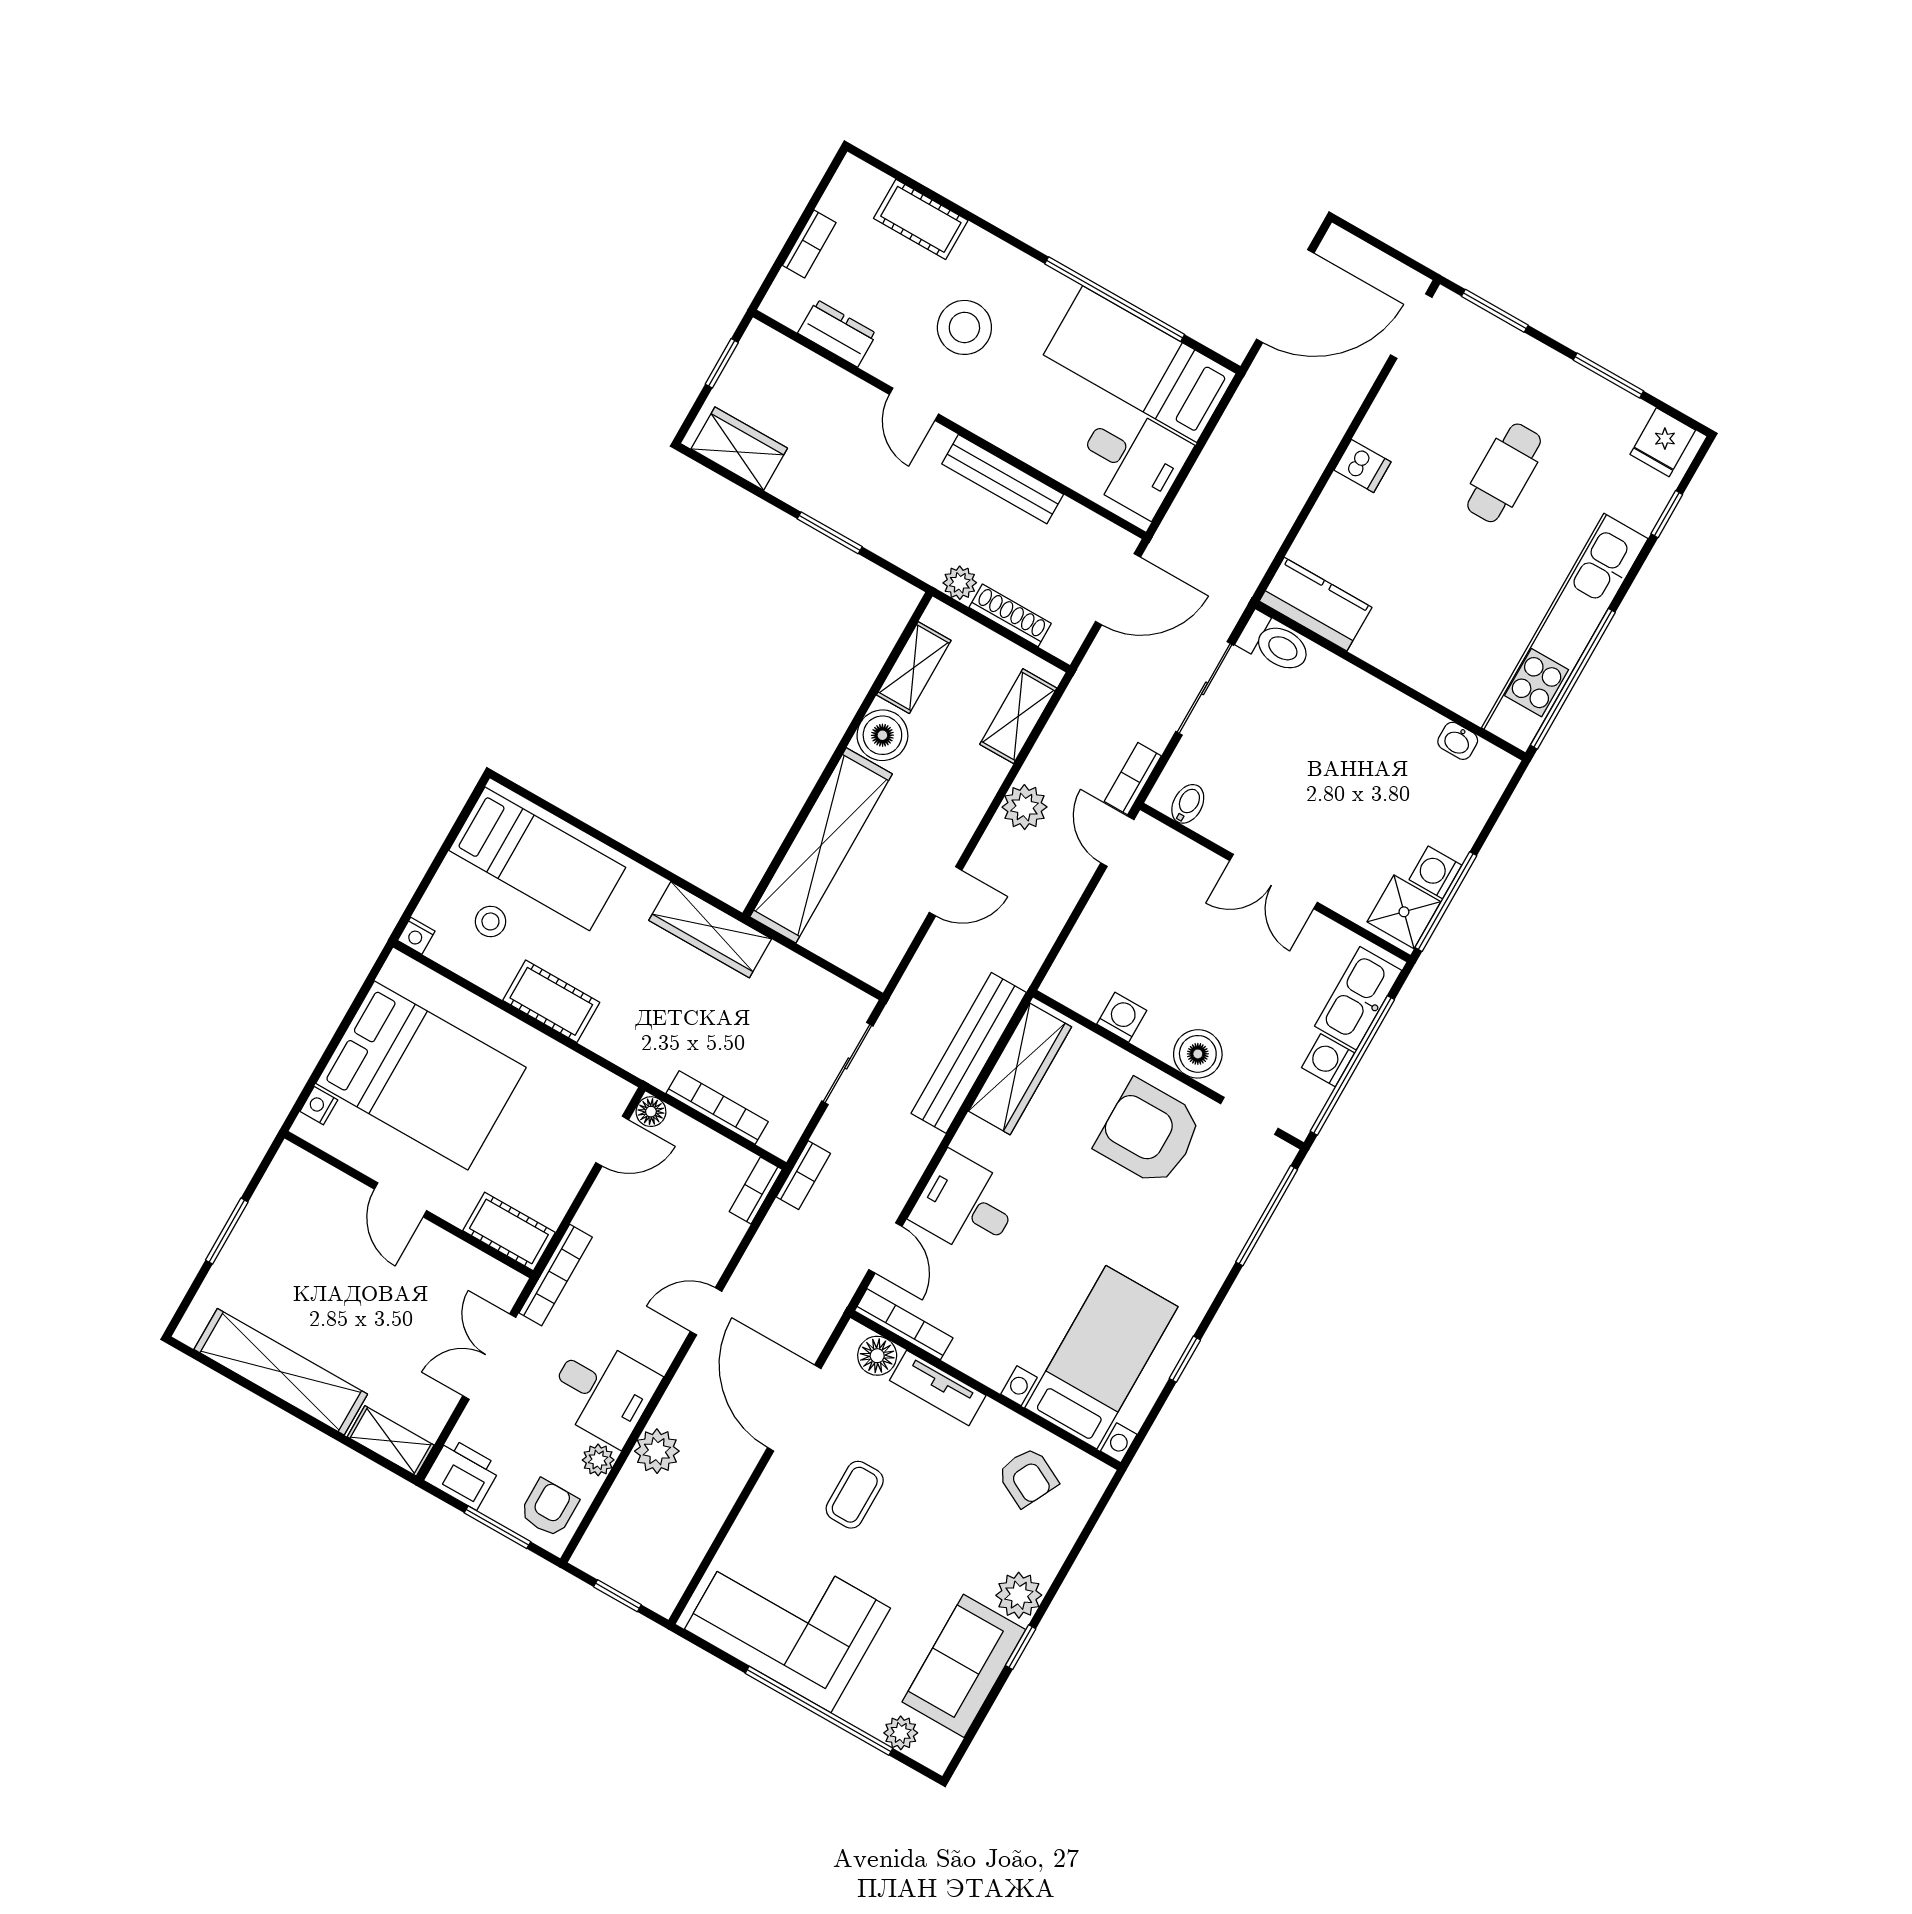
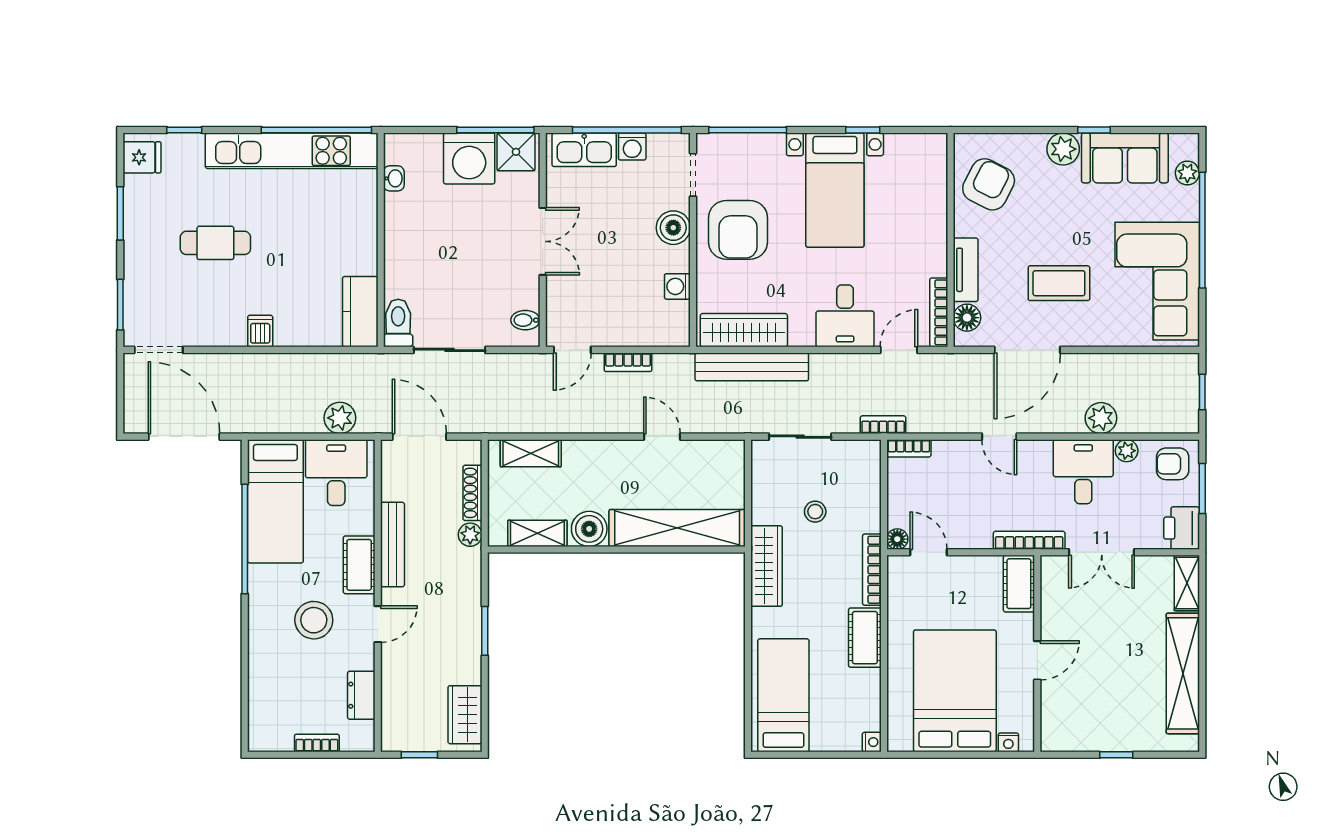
cot: (921, 219) -> (359, 565), moved
bookcase: (1133, 779) -> (628, 362), moved
plant: (1025, 807) -> (340, 418), moved
washing machine: (1435, 872) -> (469, 158), width x1.89, depth x1.89
stool: (490, 921) -> (815, 512), moved
bookcase: (717, 1108) -> (872, 570), moved
window: (227, 1231) -> (1116, 755), width x0.67
bed with nightstands: (1101, 1357) -> (835, 190), moved, turned -90
armchair: (1028, 1477) -> (989, 184), width x1.38, depth x1.38
coffee table: (855, 1495) -> (1059, 283), width x1.36, depth x1.30

